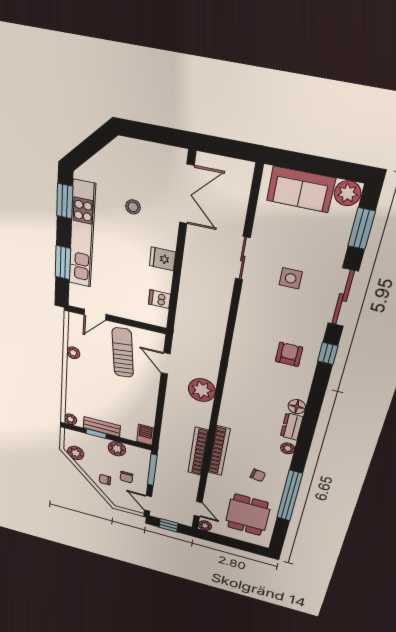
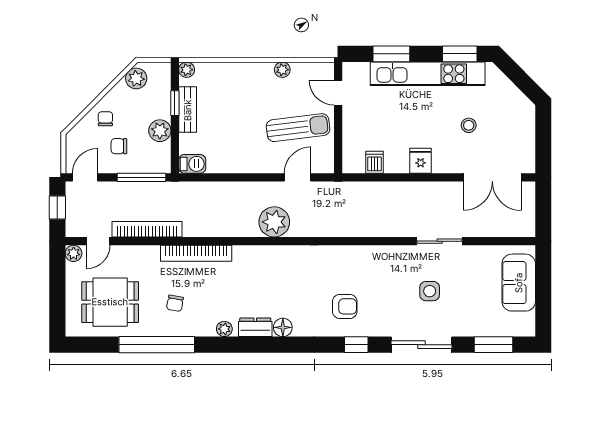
plant: (348, 193) -> (524, 324), removed
bookcase: (198, 451) -> (147, 229), moved

